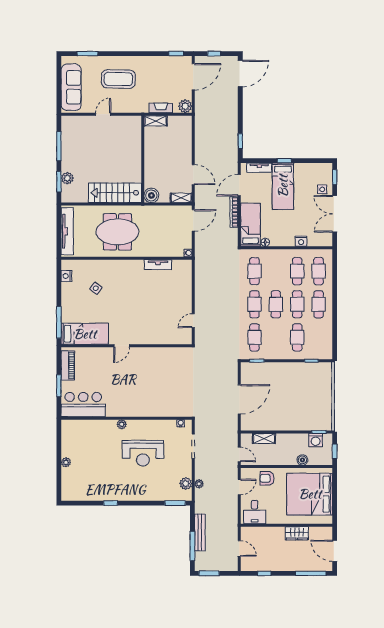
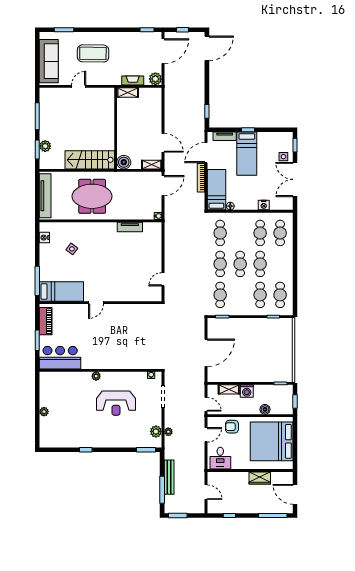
cafe table: (319, 304) -> (280, 295), moved
washing machine: (316, 440) -> (247, 391), moved

